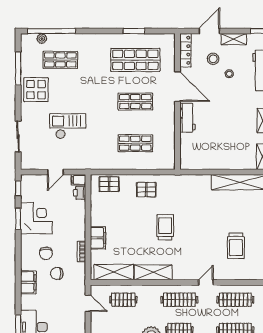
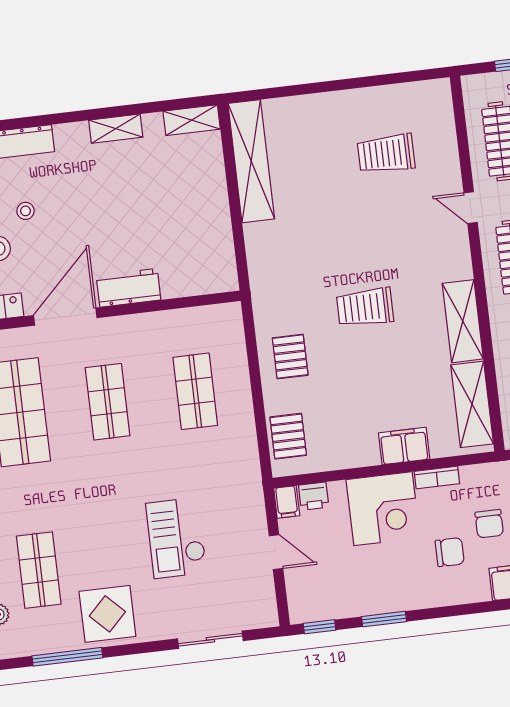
corner desk: (36, 218) -> (383, 509), moved, turned 180
trolley: (236, 246) -> (386, 154), turned 180

